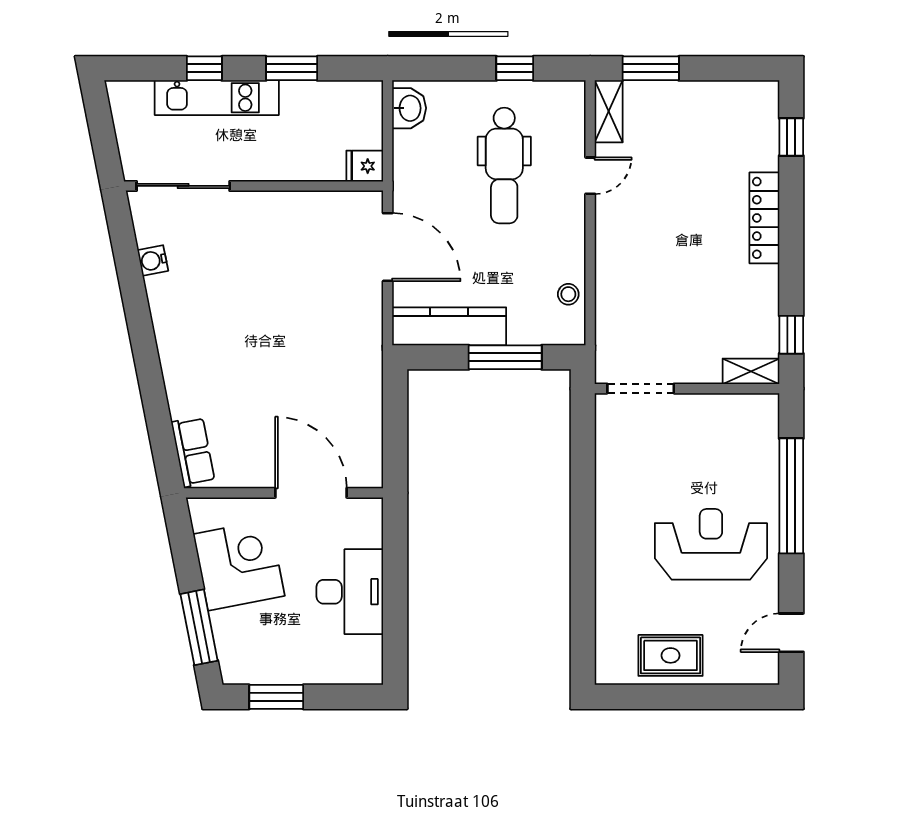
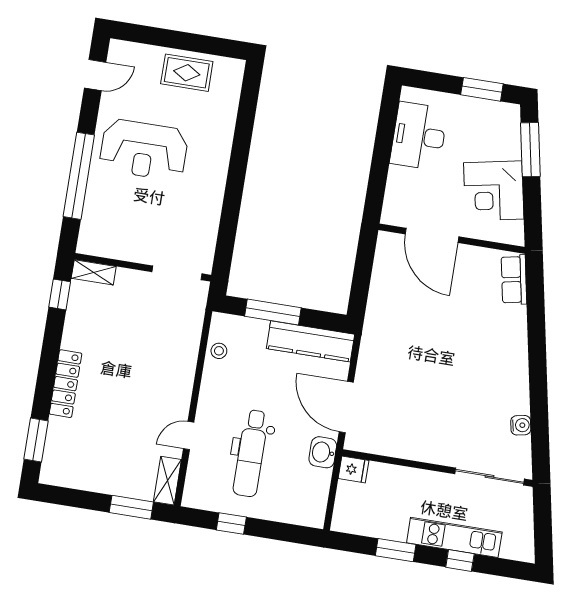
washbasin: (409, 108) -> (323, 452), moved
window: (791, 137) -> (36, 440), width x1.50
dental chair: (504, 165) -> (251, 453), turned 180
desk: (350, 592) -> (419, 136), moved

